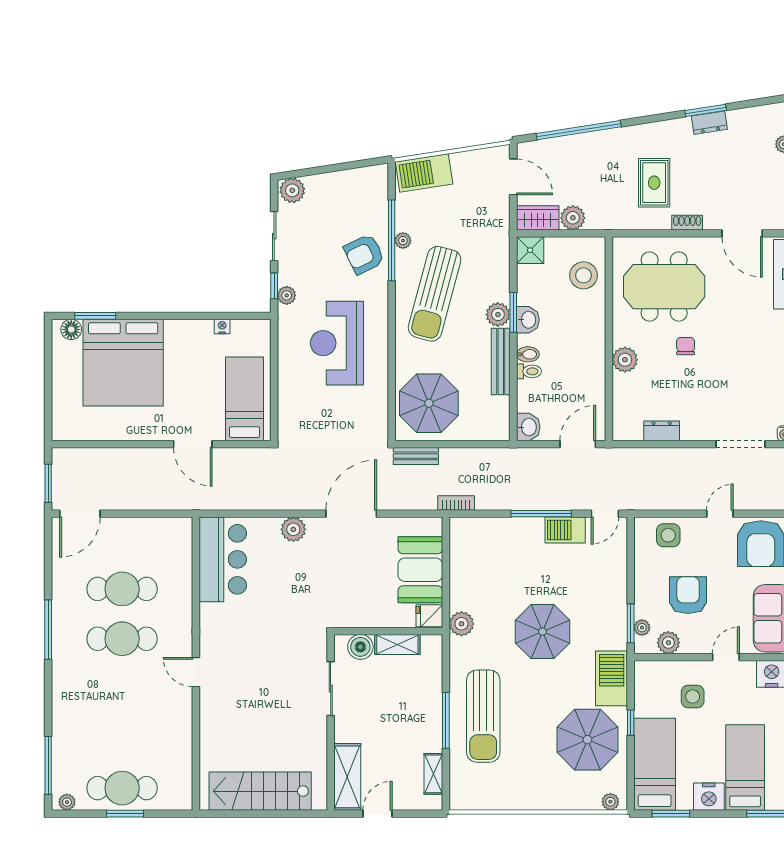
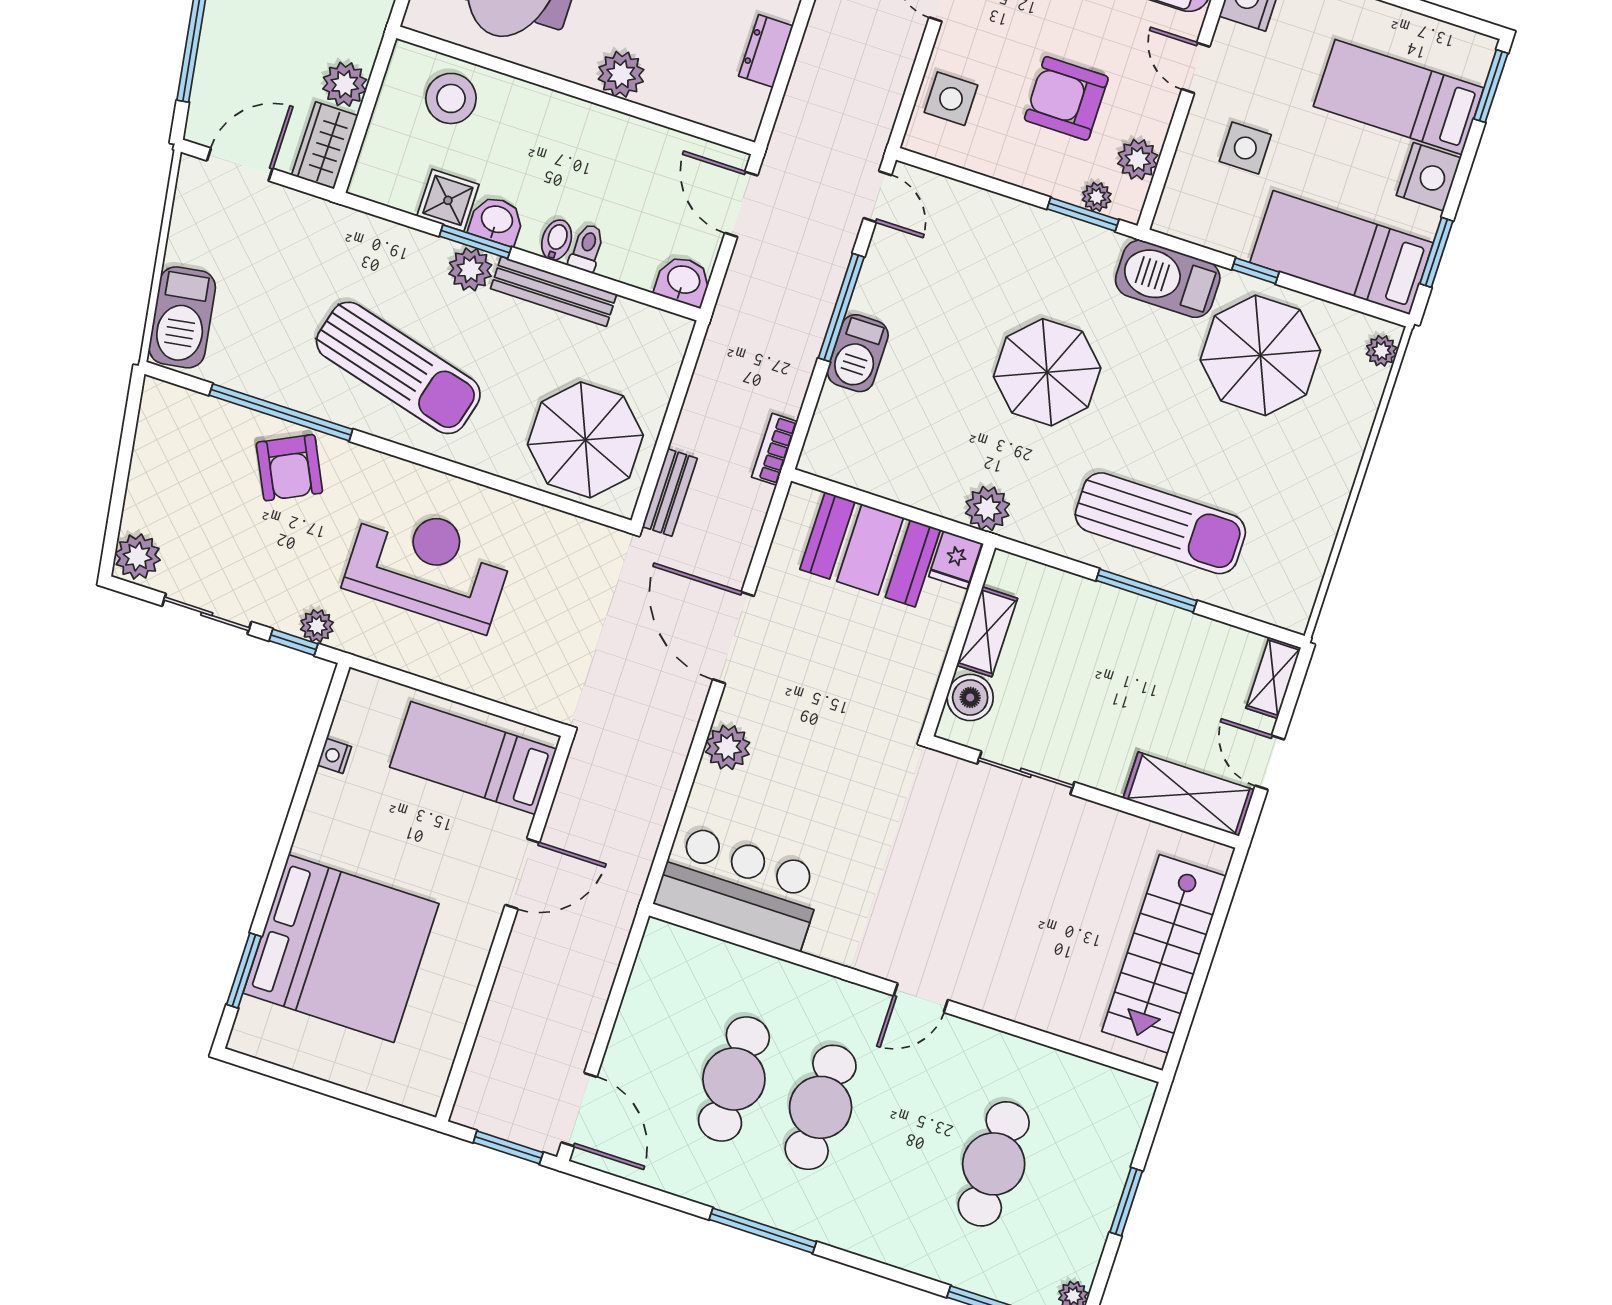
plant: (403, 241) -> (288, 393), removed
shower: (530, 250) -> (448, 200), moved
floor lamp: (71, 329) -> (254, 1020), removed
reception desk: (337, 343) -> (429, 566), turned 180
barbecue: (565, 530) -> (858, 353), moved
shelving: (433, 774) -> (1273, 678), moved, turned 90
cafe table: (122, 788) -> (994, 1164), moved

